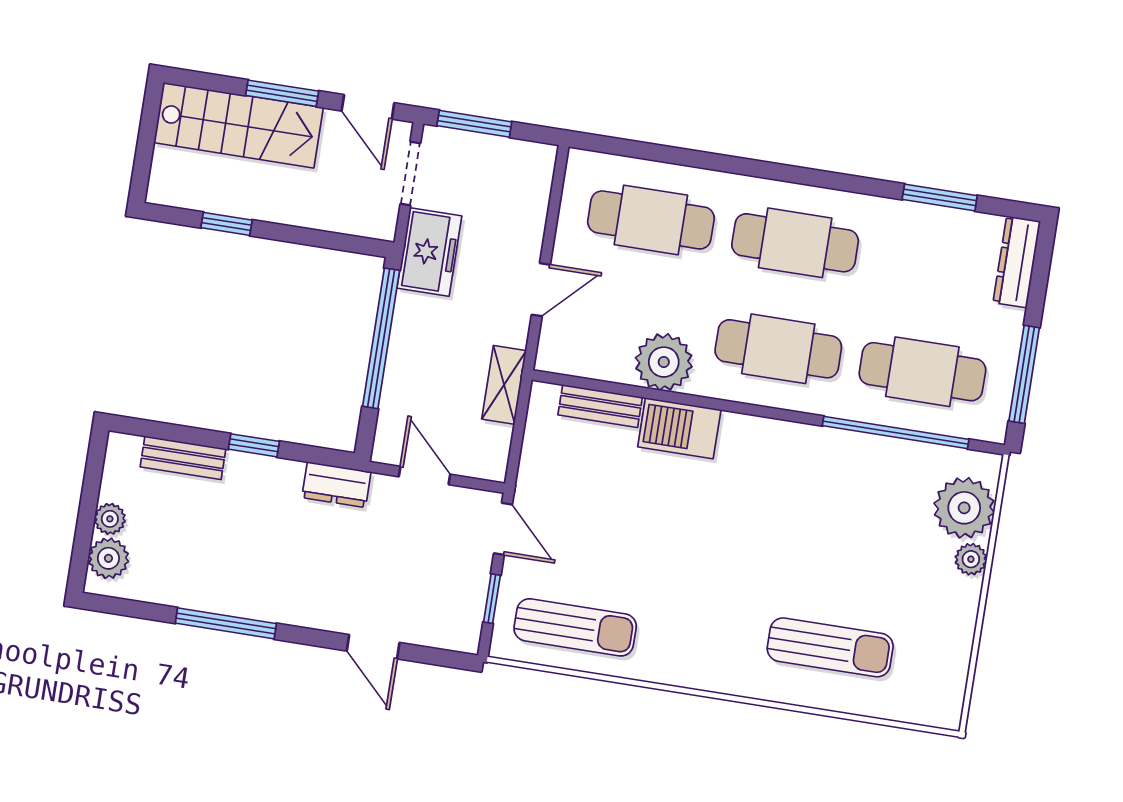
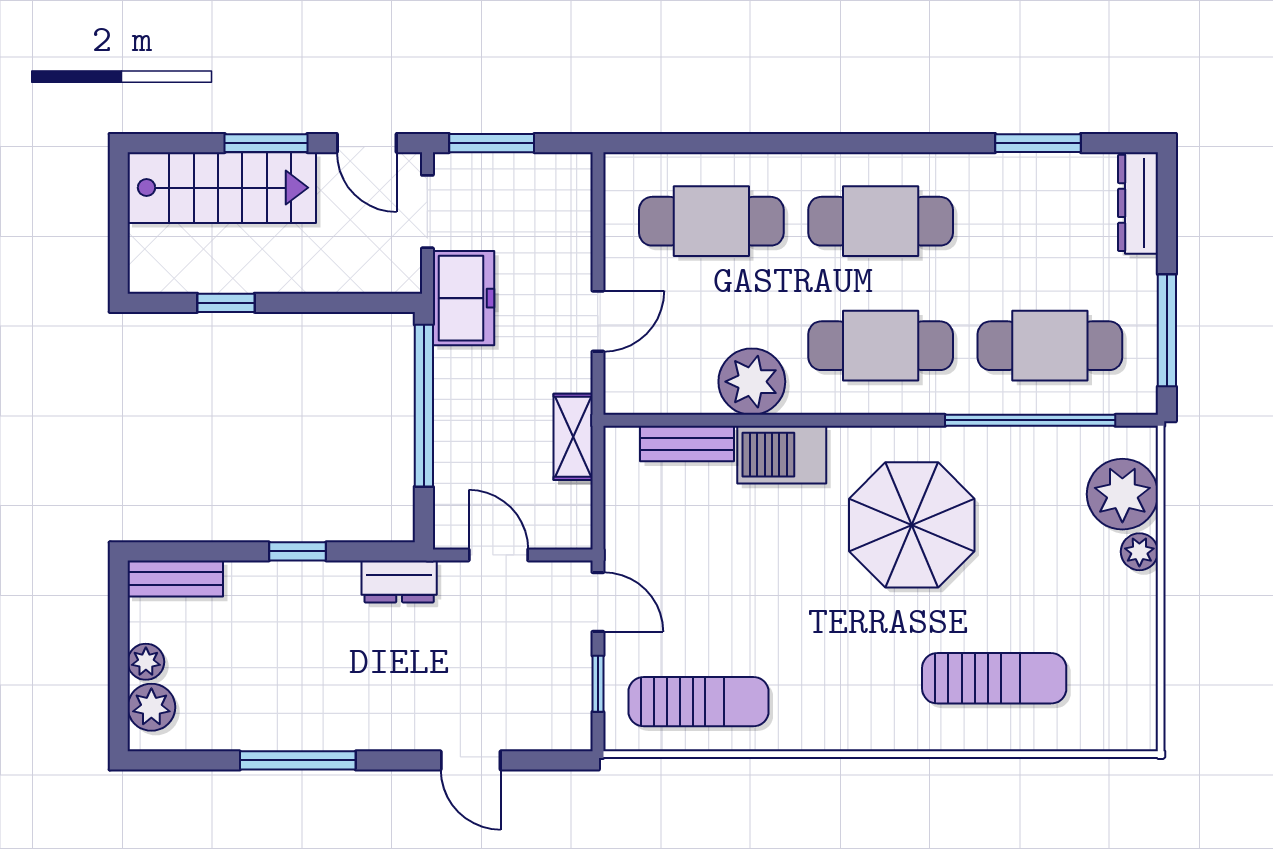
bench: (183, 458) -> (175, 578), moved
parasol: (781, 506) -> (912, 525), added

